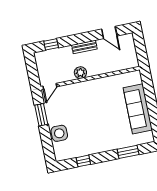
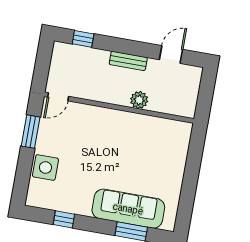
door: (109, 33) -> (171, 54), swing flipped
plant: (80, 73) -> (139, 100), moved
sofa: (138, 109) -> (128, 209), moved, turned 90

